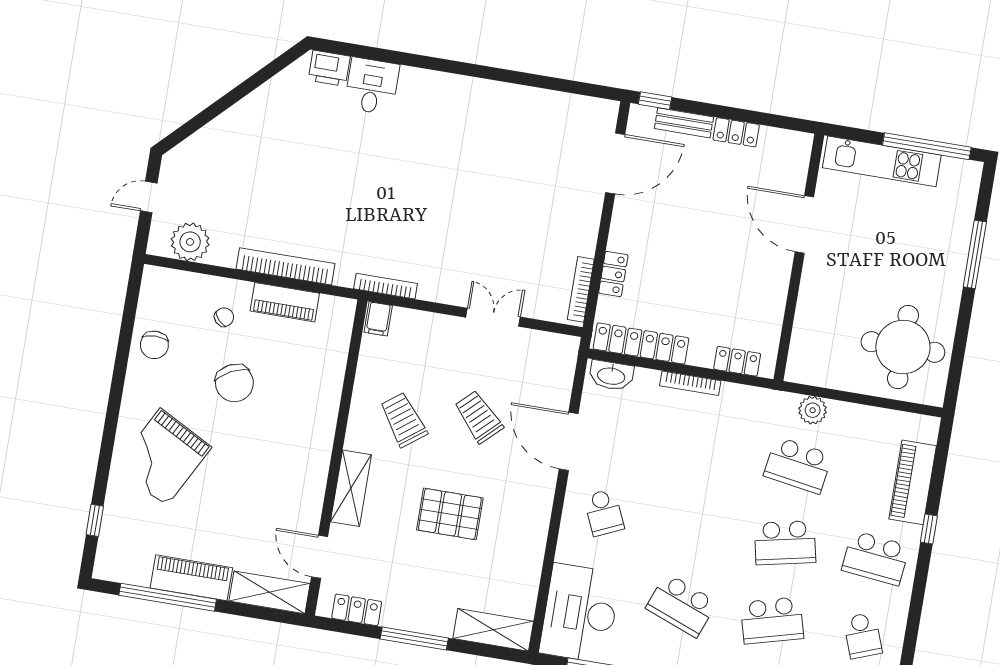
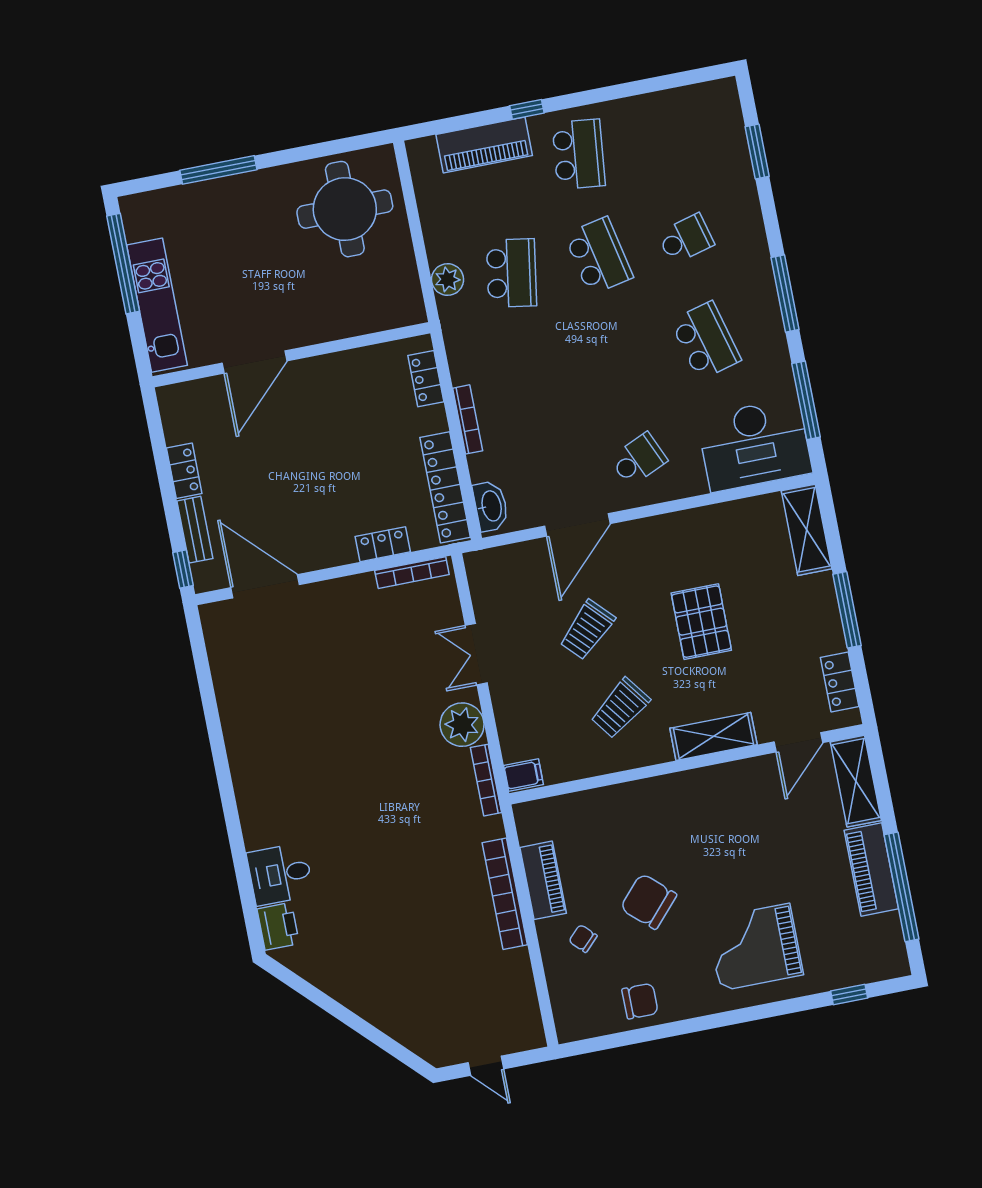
plant: (190, 242) -> (462, 725), moved
chair: (234, 383) -> (648, 901), turned -111
grand piano: (163, 457) -> (755, 947), turned 152
school desk: (681, 605) -> (706, 341), turned -36
school desk: (772, 620) -> (686, 239), width x0.54
school desk: (863, 635) -> (666, 137), removed

